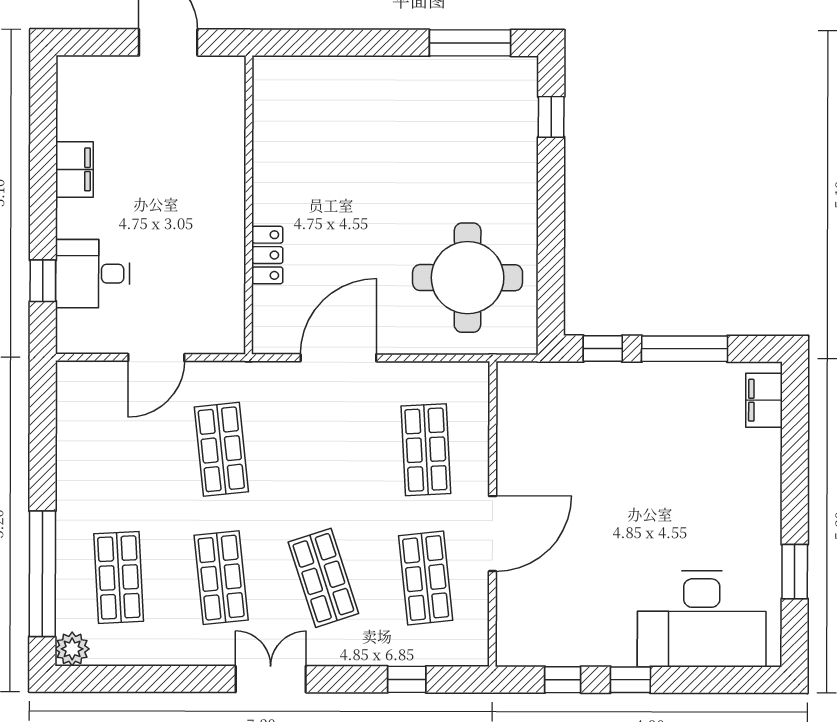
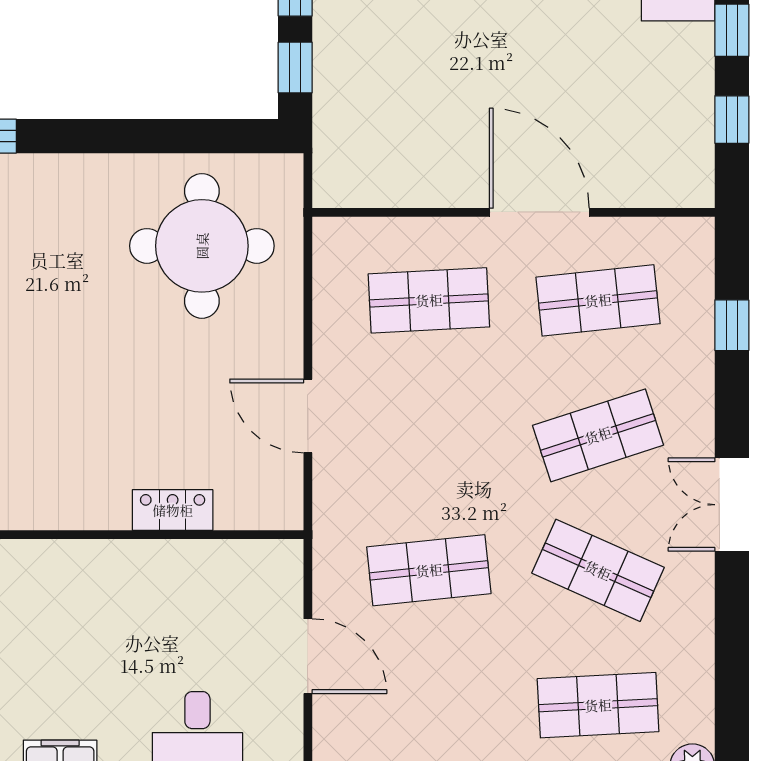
door: (338, 358) -> (308, 416), width x0.73
shop shelf: (221, 578) -> (598, 570), turned 30

